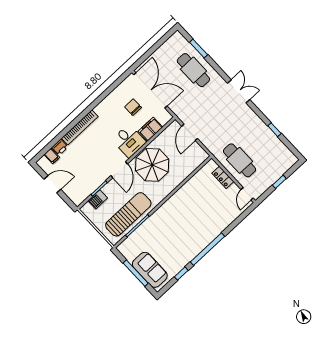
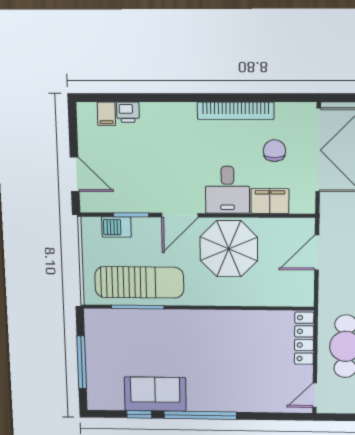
bookcase: (80, 127) -> (236, 111), moved
locker: (223, 177) -> (304, 338), width x1.53
door: (52, 184) -> (75, 174), moved
sofa: (150, 270) -> (155, 394), moved, turned -90

